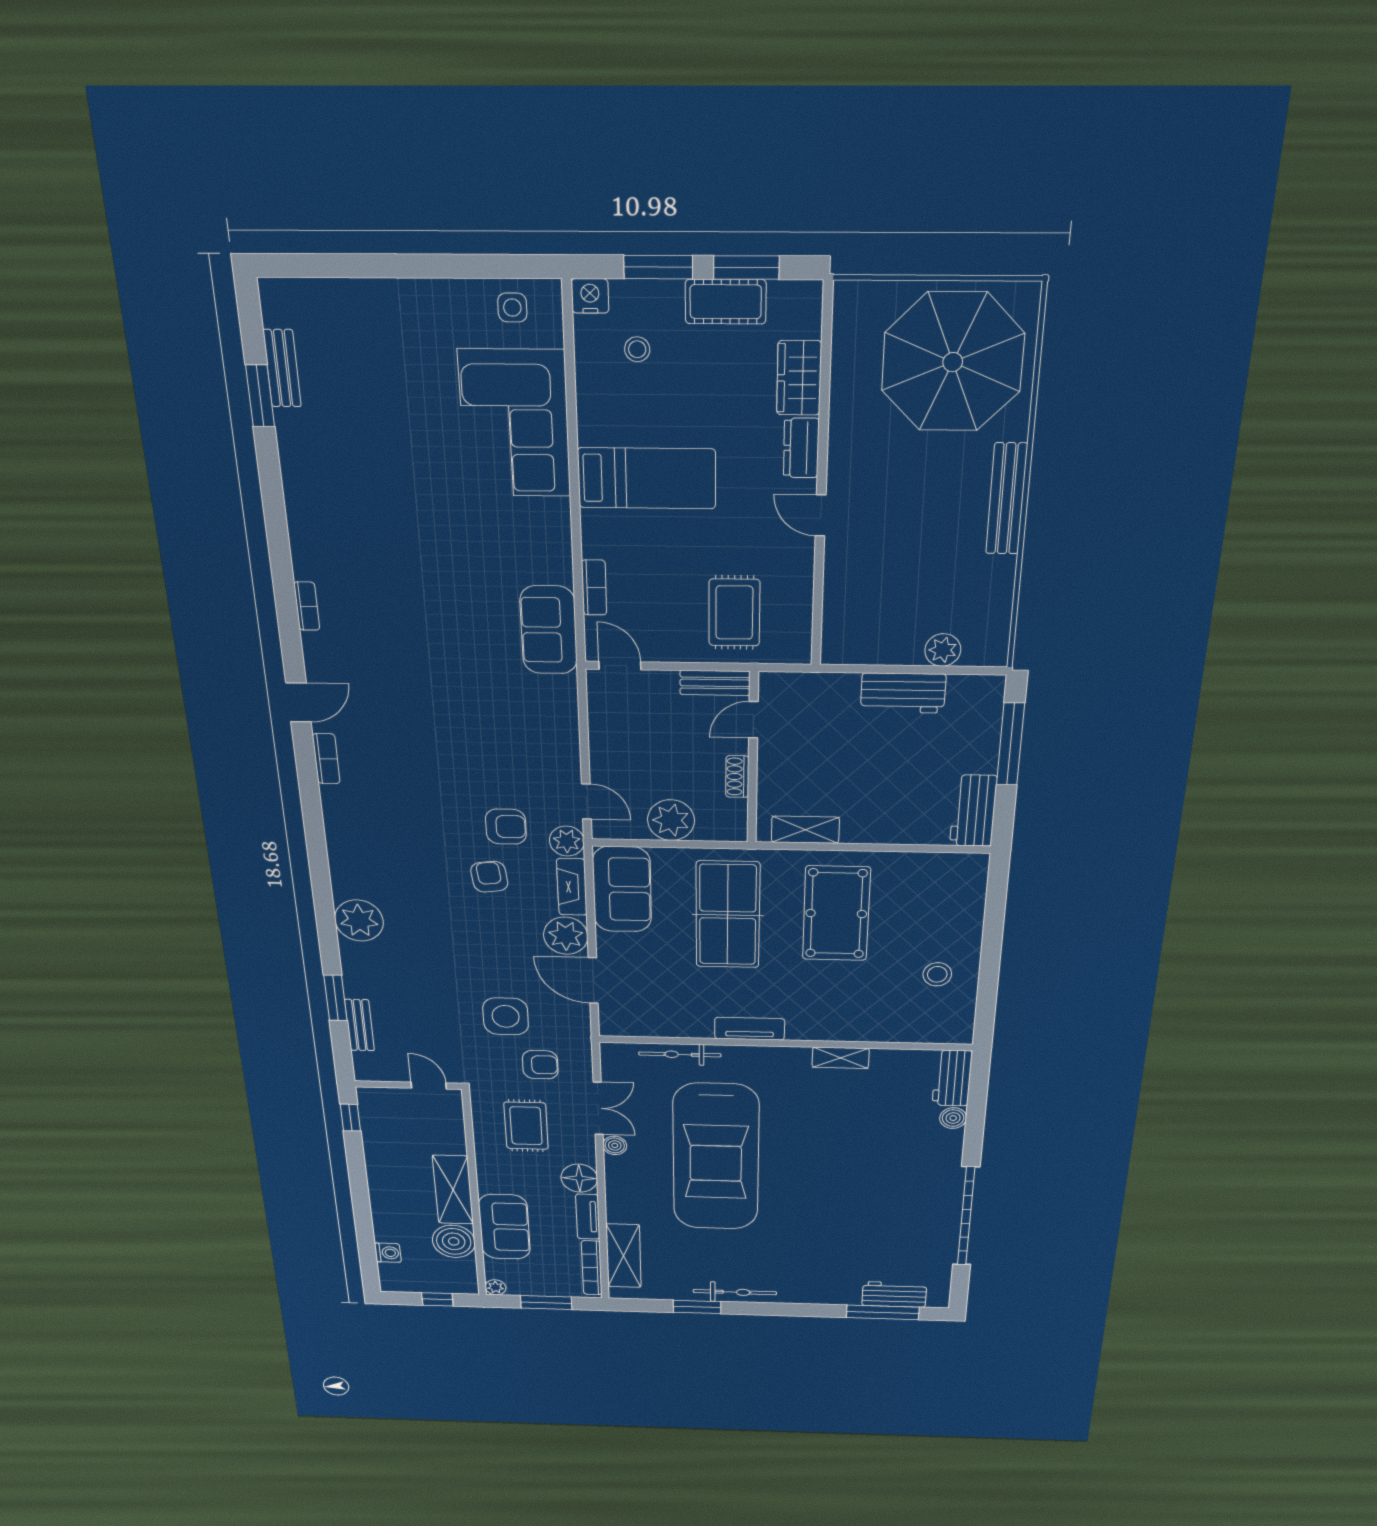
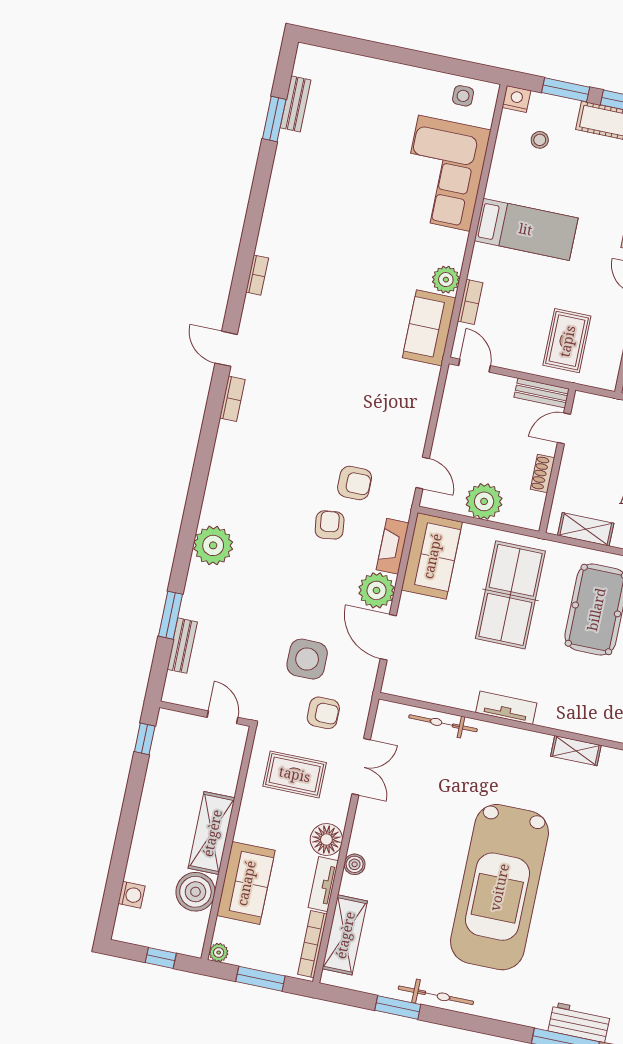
door: (298, 702) -> (226, 349), swing flipped
plant: (567, 841) -> (446, 280), moved
rug: (526, 1126) -> (295, 774), turned 90
boiler: (615, 1145) -> (355, 864), moved
car: (716, 1157) -> (499, 887), moved

